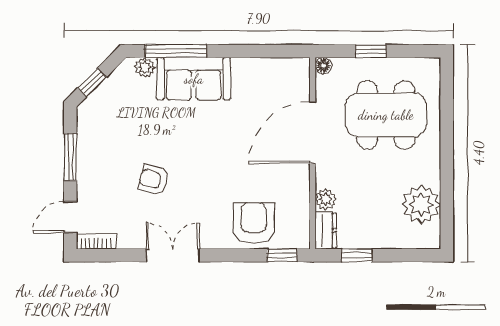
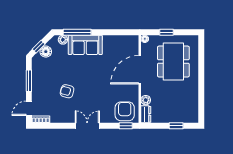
floor lamp: (107, 93) -> (46, 52), added
dining table: (386, 115) -> (173, 62), turned 90
plant: (421, 205) -> (190, 103), removed
armchair: (254, 223) -> (125, 111), moved
double door: (173, 255) -> (87, 126), moved
window: (357, 255) -> (176, 126), moved

